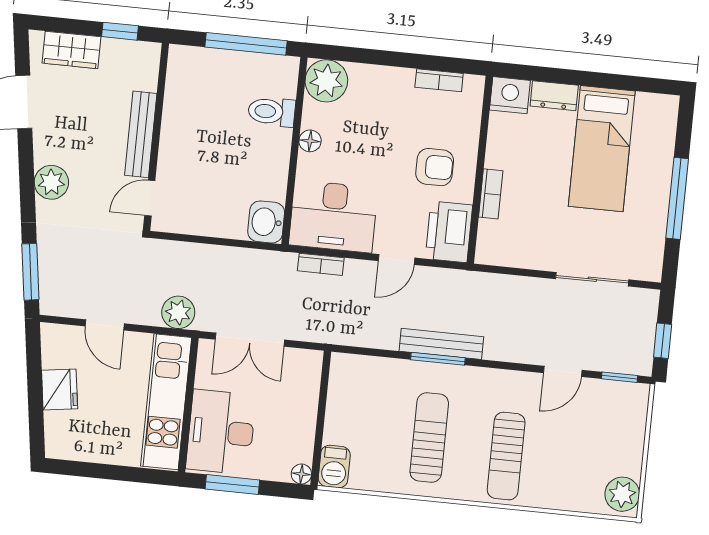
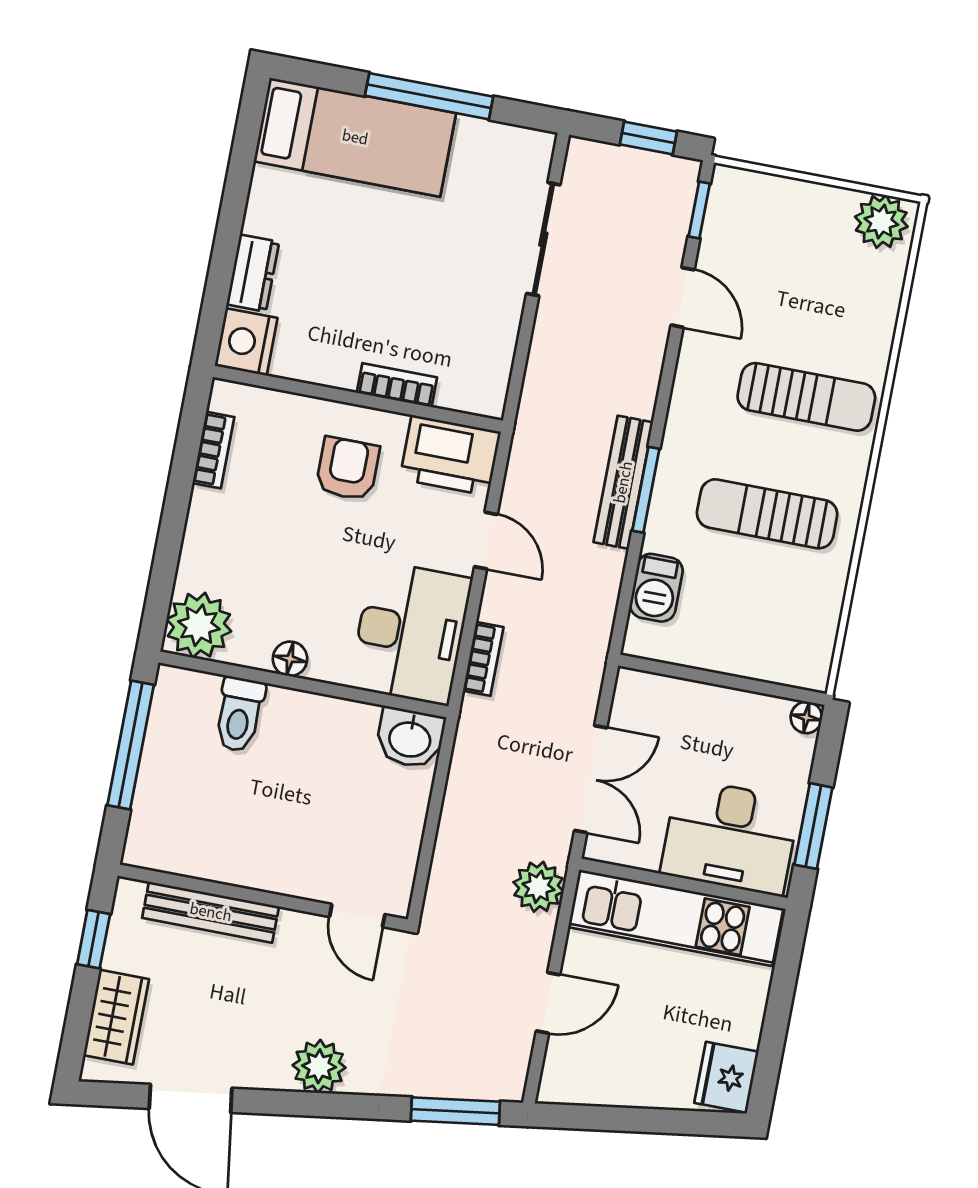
bench: (141, 134) -> (211, 912), moved
bed: (602, 149) -> (355, 137), moved
fridge: (60, 390) -> (726, 1077), moved, turned -82
barbecue: (334, 467) -> (656, 588), moved, turned 90

